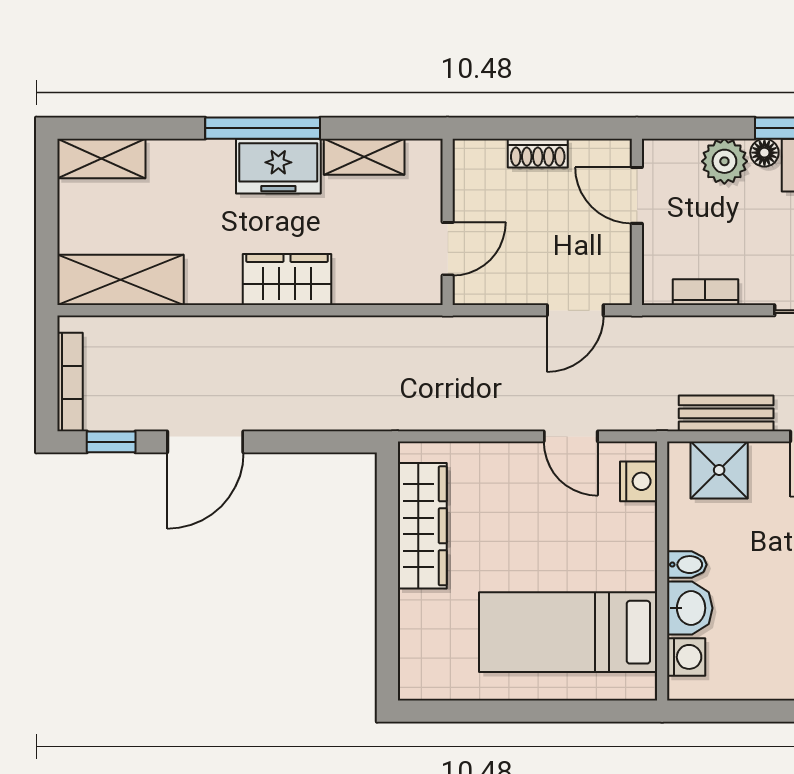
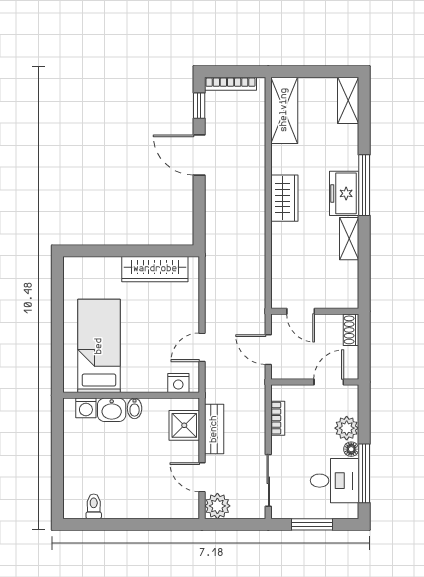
wall: (448, 222) -> (315, 311), moved
door: (448, 249) -> (301, 311), moved

